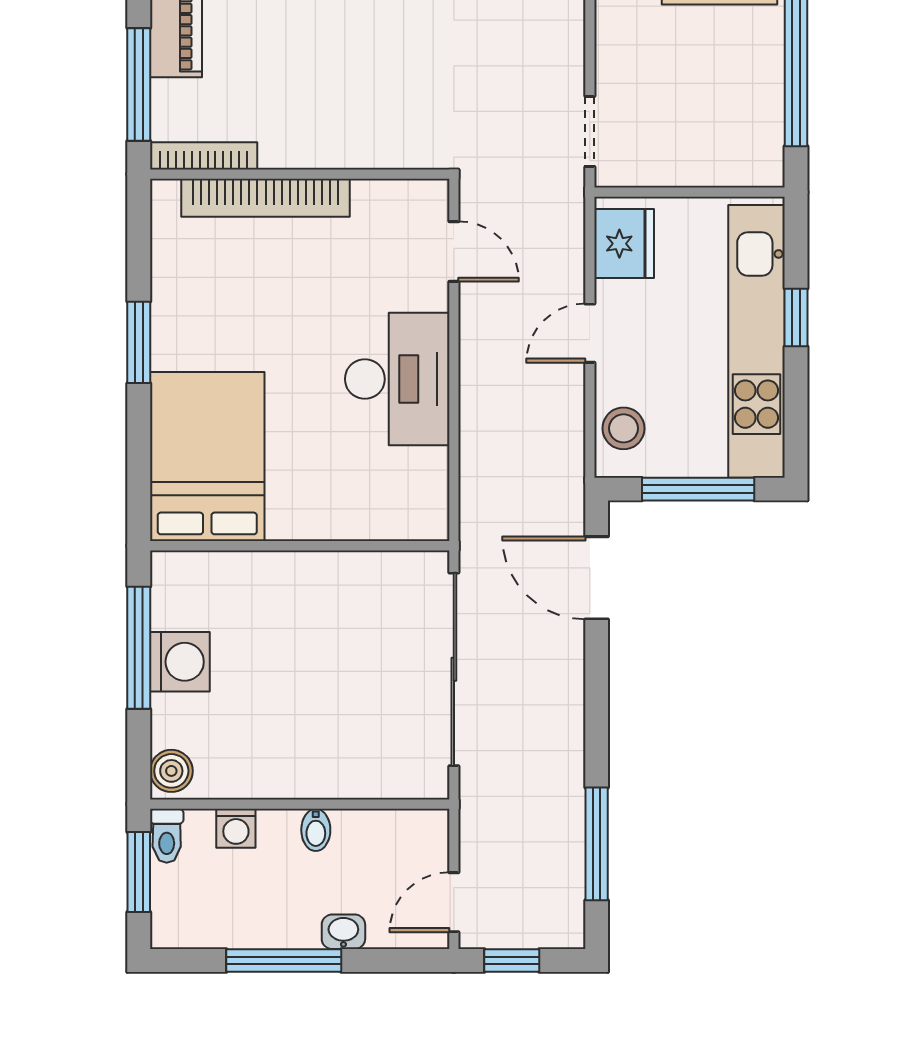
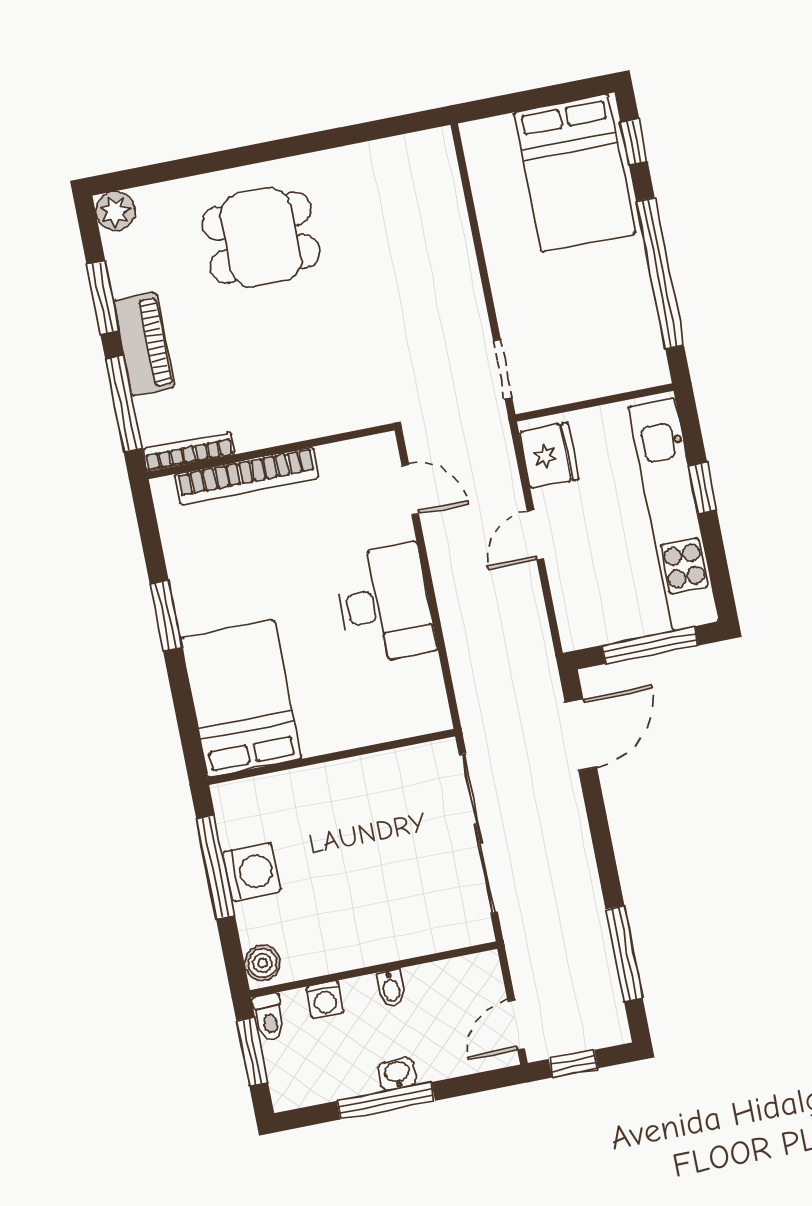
stool: (624, 428) -> (579, 608), removed
door: (597, 578) -> (581, 735), swing flipped
washbasin: (343, 932) -> (397, 1074), moved

